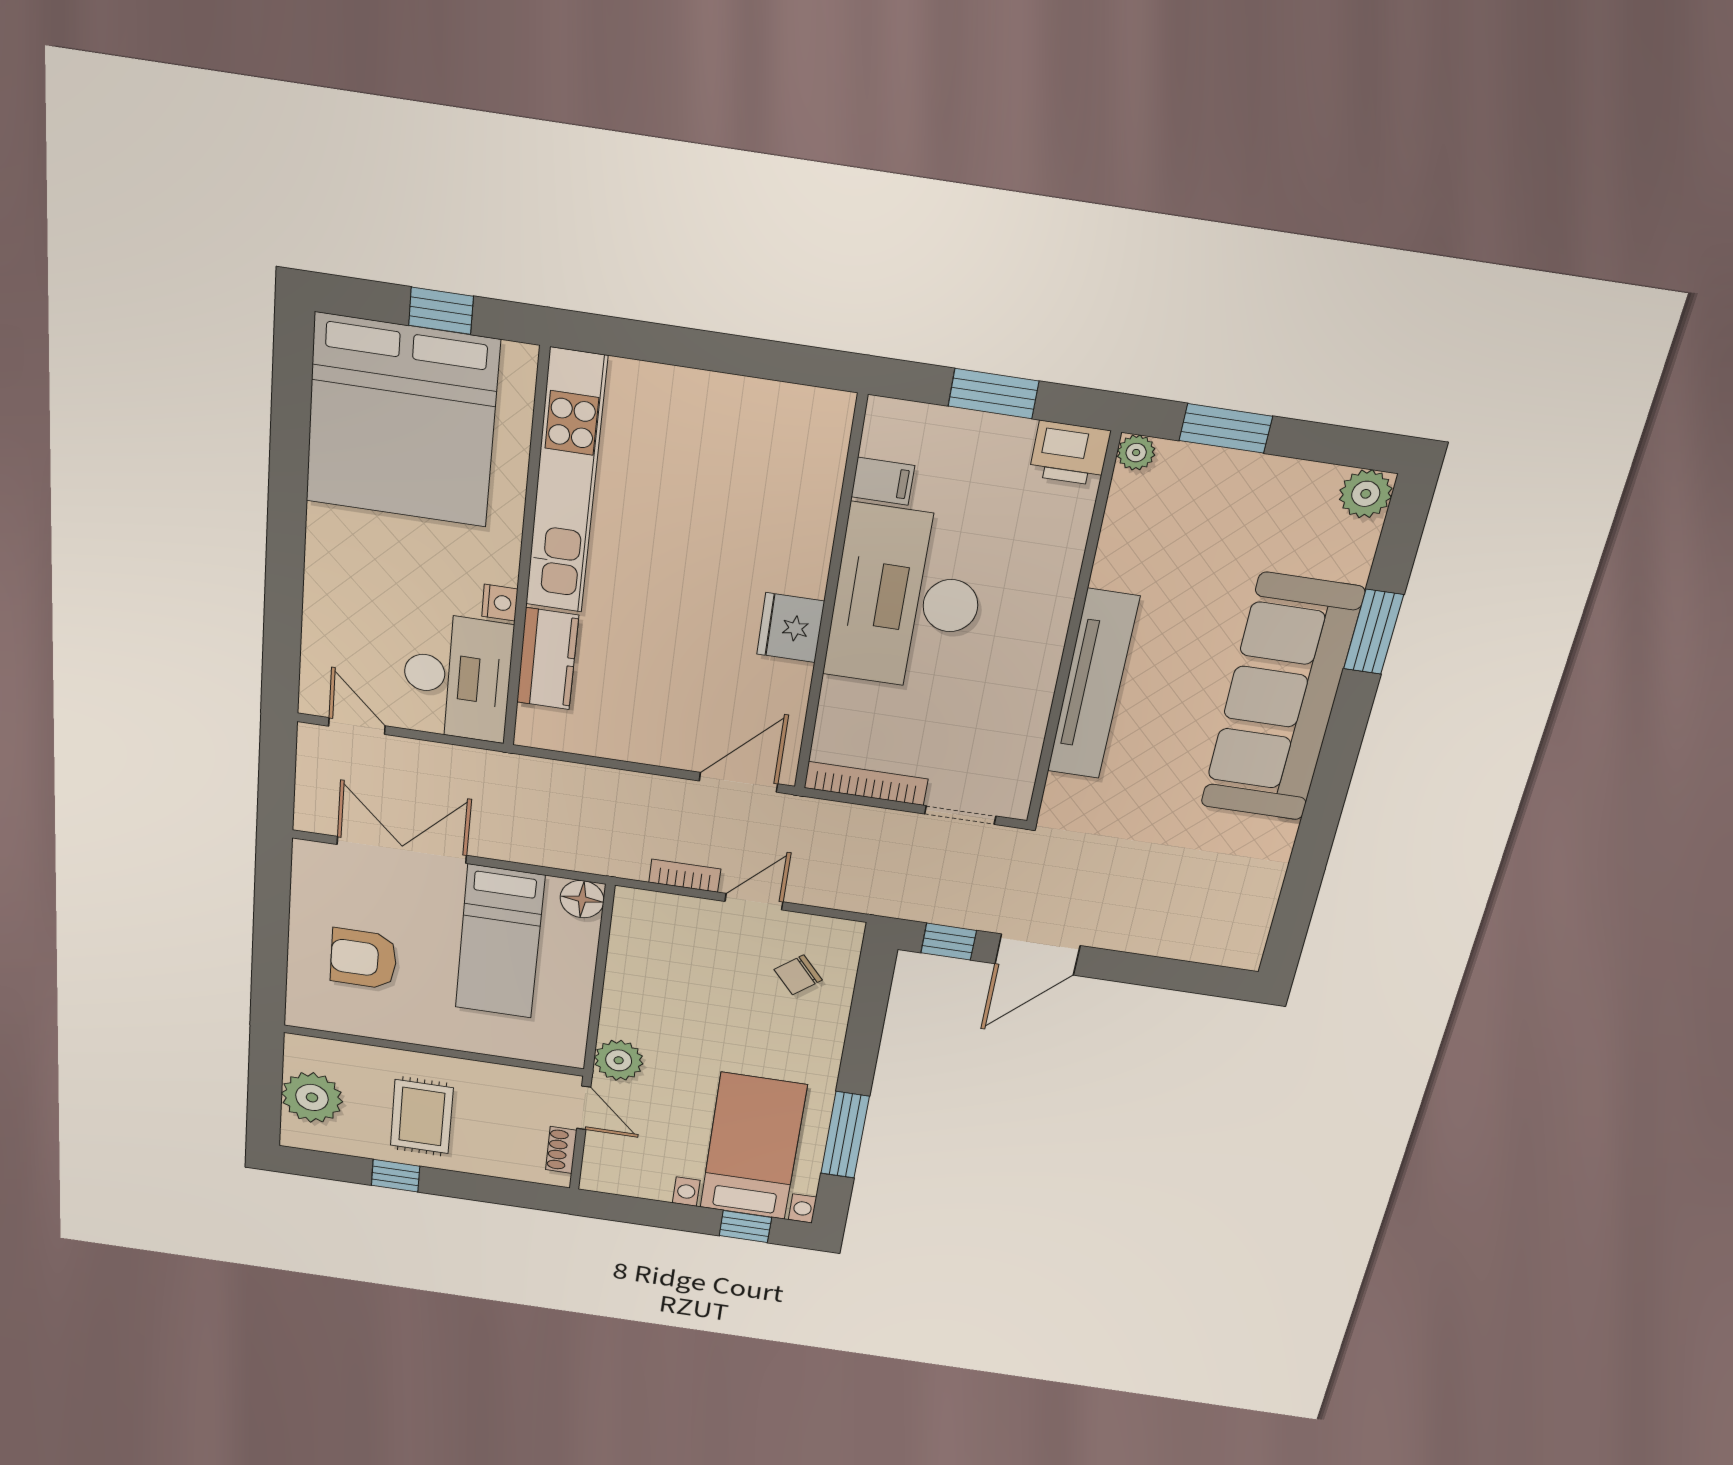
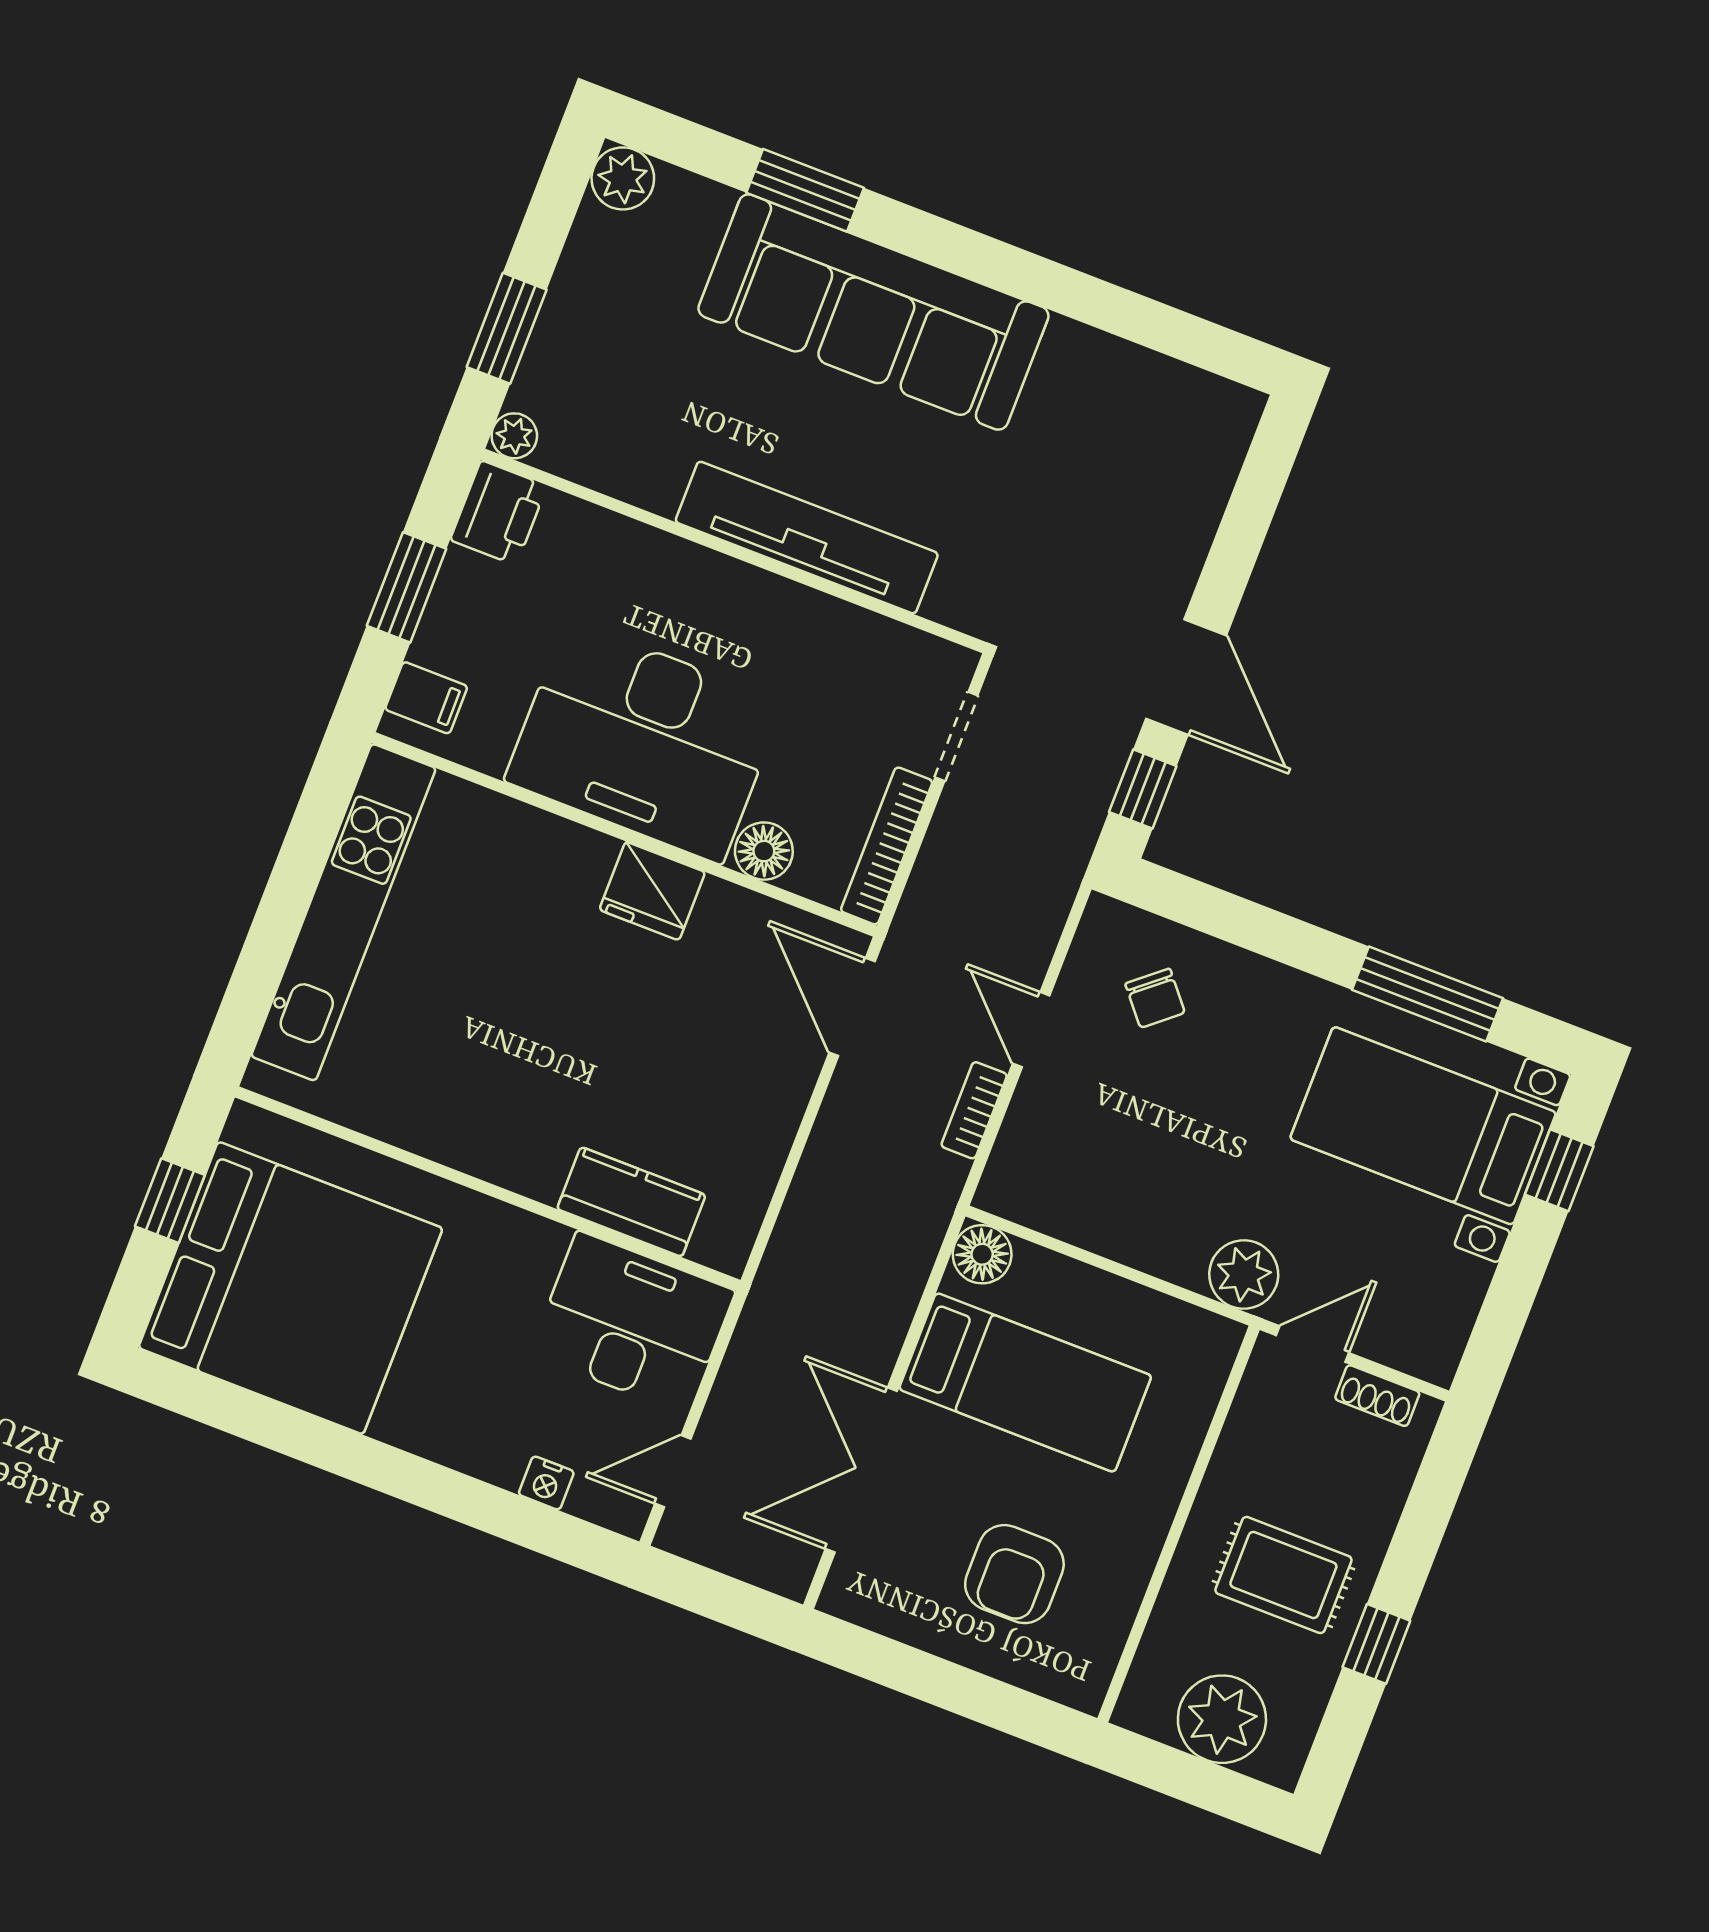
filing cabinet: (883, 481) -> (426, 698), moved, turned 90
kitchen unit: (566, 483) -> (343, 912), moved, turned 90
nightstand: (500, 603) -> (546, 1483), moved, turned 180
floor lamp: (841, 700) -> (764, 851), added

